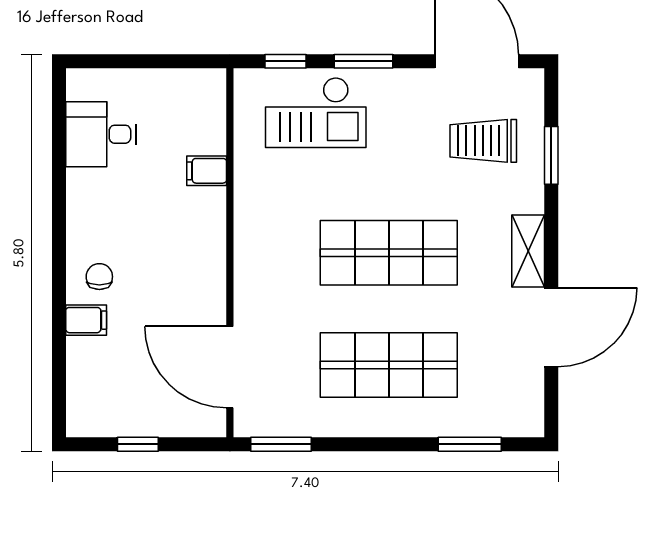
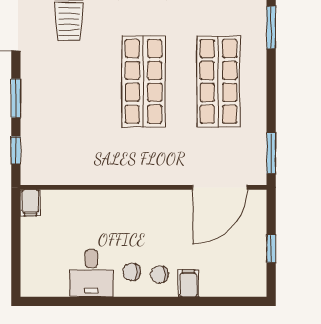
checkout: (316, 112) -> (50, 130), removed
desk: (101, 134) -> (91, 273), moved
filing cabinet: (207, 171) -> (30, 203), moved
chair: (103, 235) -> (132, 272), added

